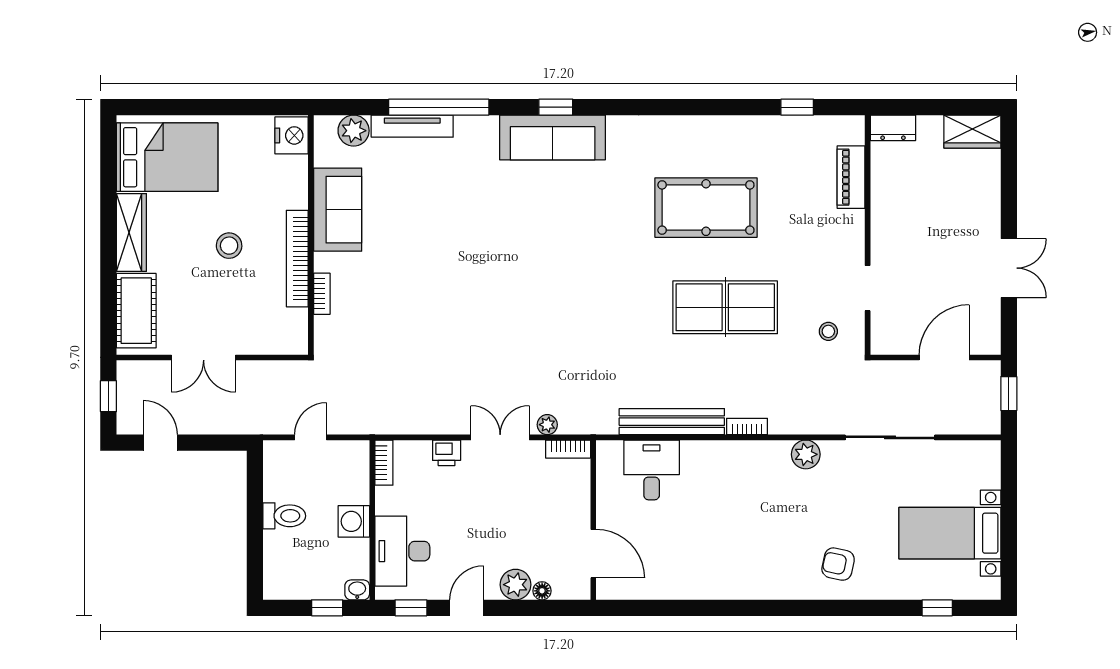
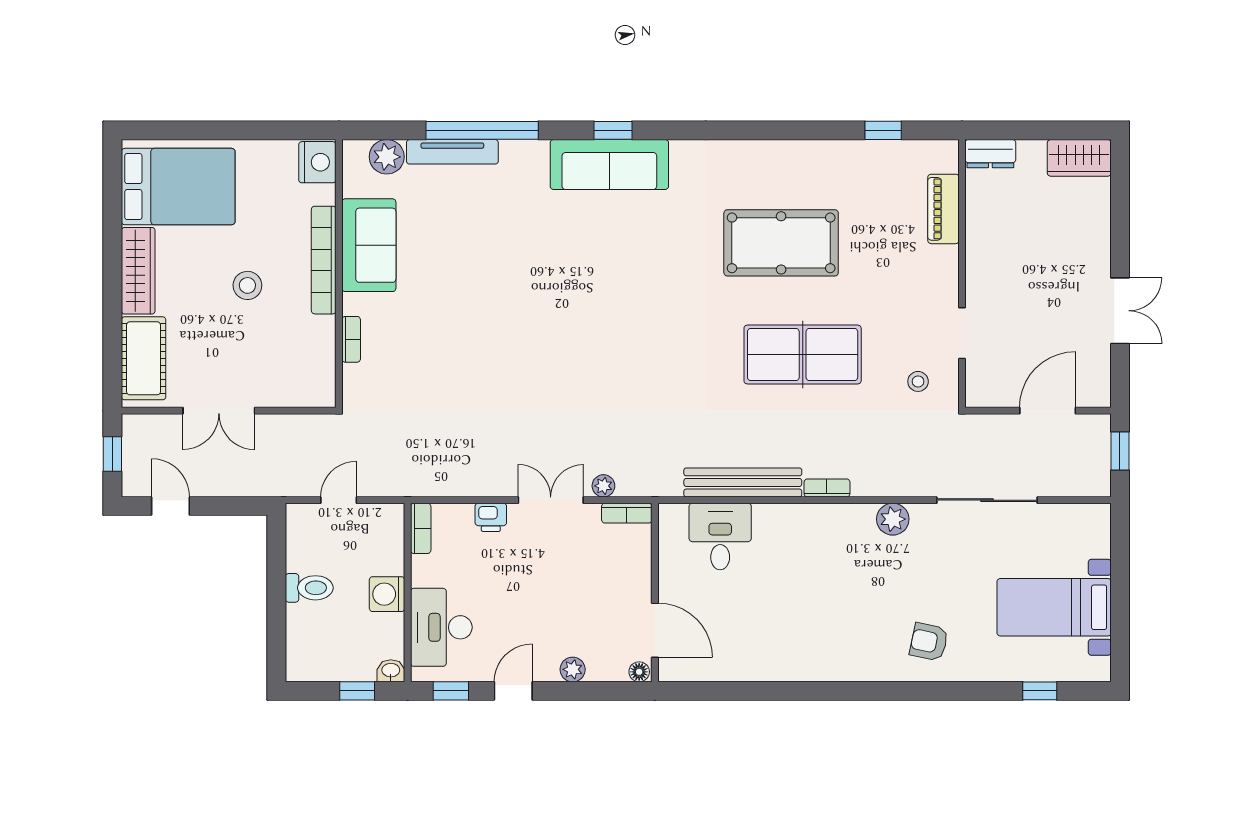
bookcase: (297, 259) -> (324, 260), moved
plant: (516, 585) -> (573, 669), width x0.73, depth x0.73
floor lamp: (542, 591) -> (639, 672), moved

